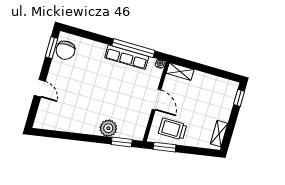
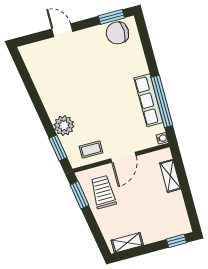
shelving: (180, 71) -> (170, 176), moved
door: (40, 88) -> (62, 30), swing flipped
coffee table: (137, 119) -> (91, 150), added

